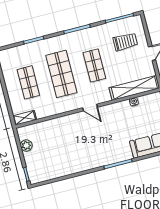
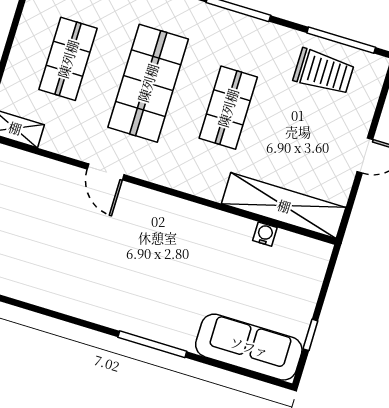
trolley: (125, 42) -> (324, 72), moved
door: (90, 107) -> (106, 172), moved

